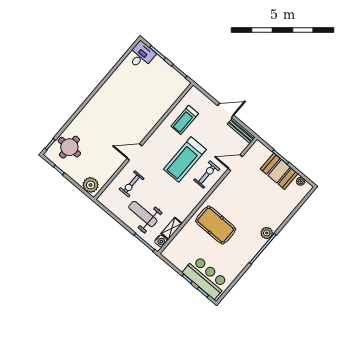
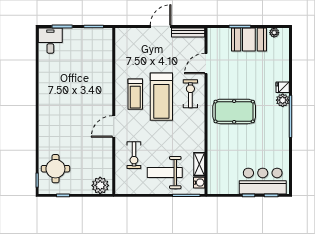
treadmill: (185, 120) -> (135, 94), moved
fridge: (274, 224) -> (283, 87), added
pool table: (216, 225) -> (234, 111), moved

